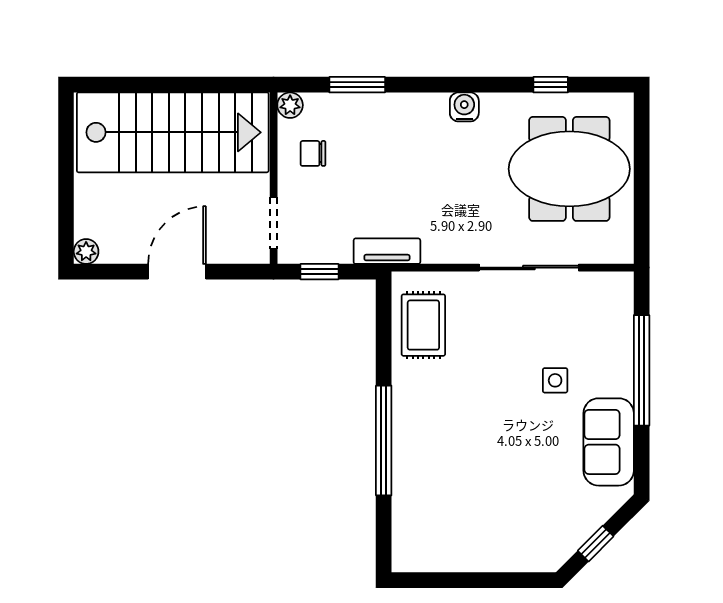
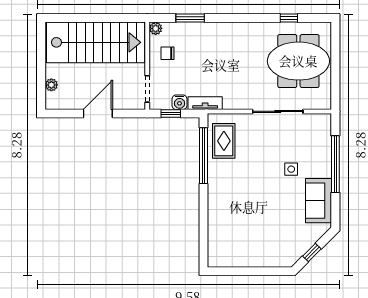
water cooler: (464, 107) -> (180, 102), moved, turned 180
plant: (86, 251) -> (51, 85), moved
window: (384, 441) -> (204, 156), moved

